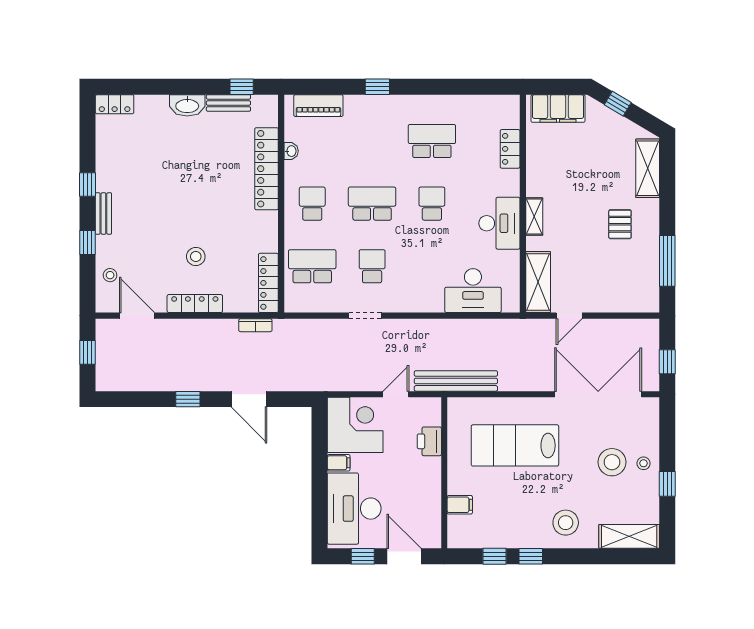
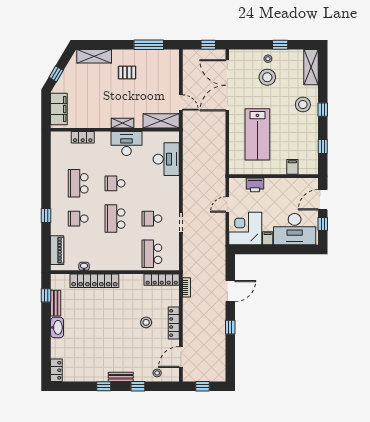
school desk: (312, 204) -> (78, 219), moved
bench: (456, 381) -> (219, 169), removed
door: (396, 394) -> (227, 205), hinge flipped
window: (531, 556) -> (323, 110), moved

